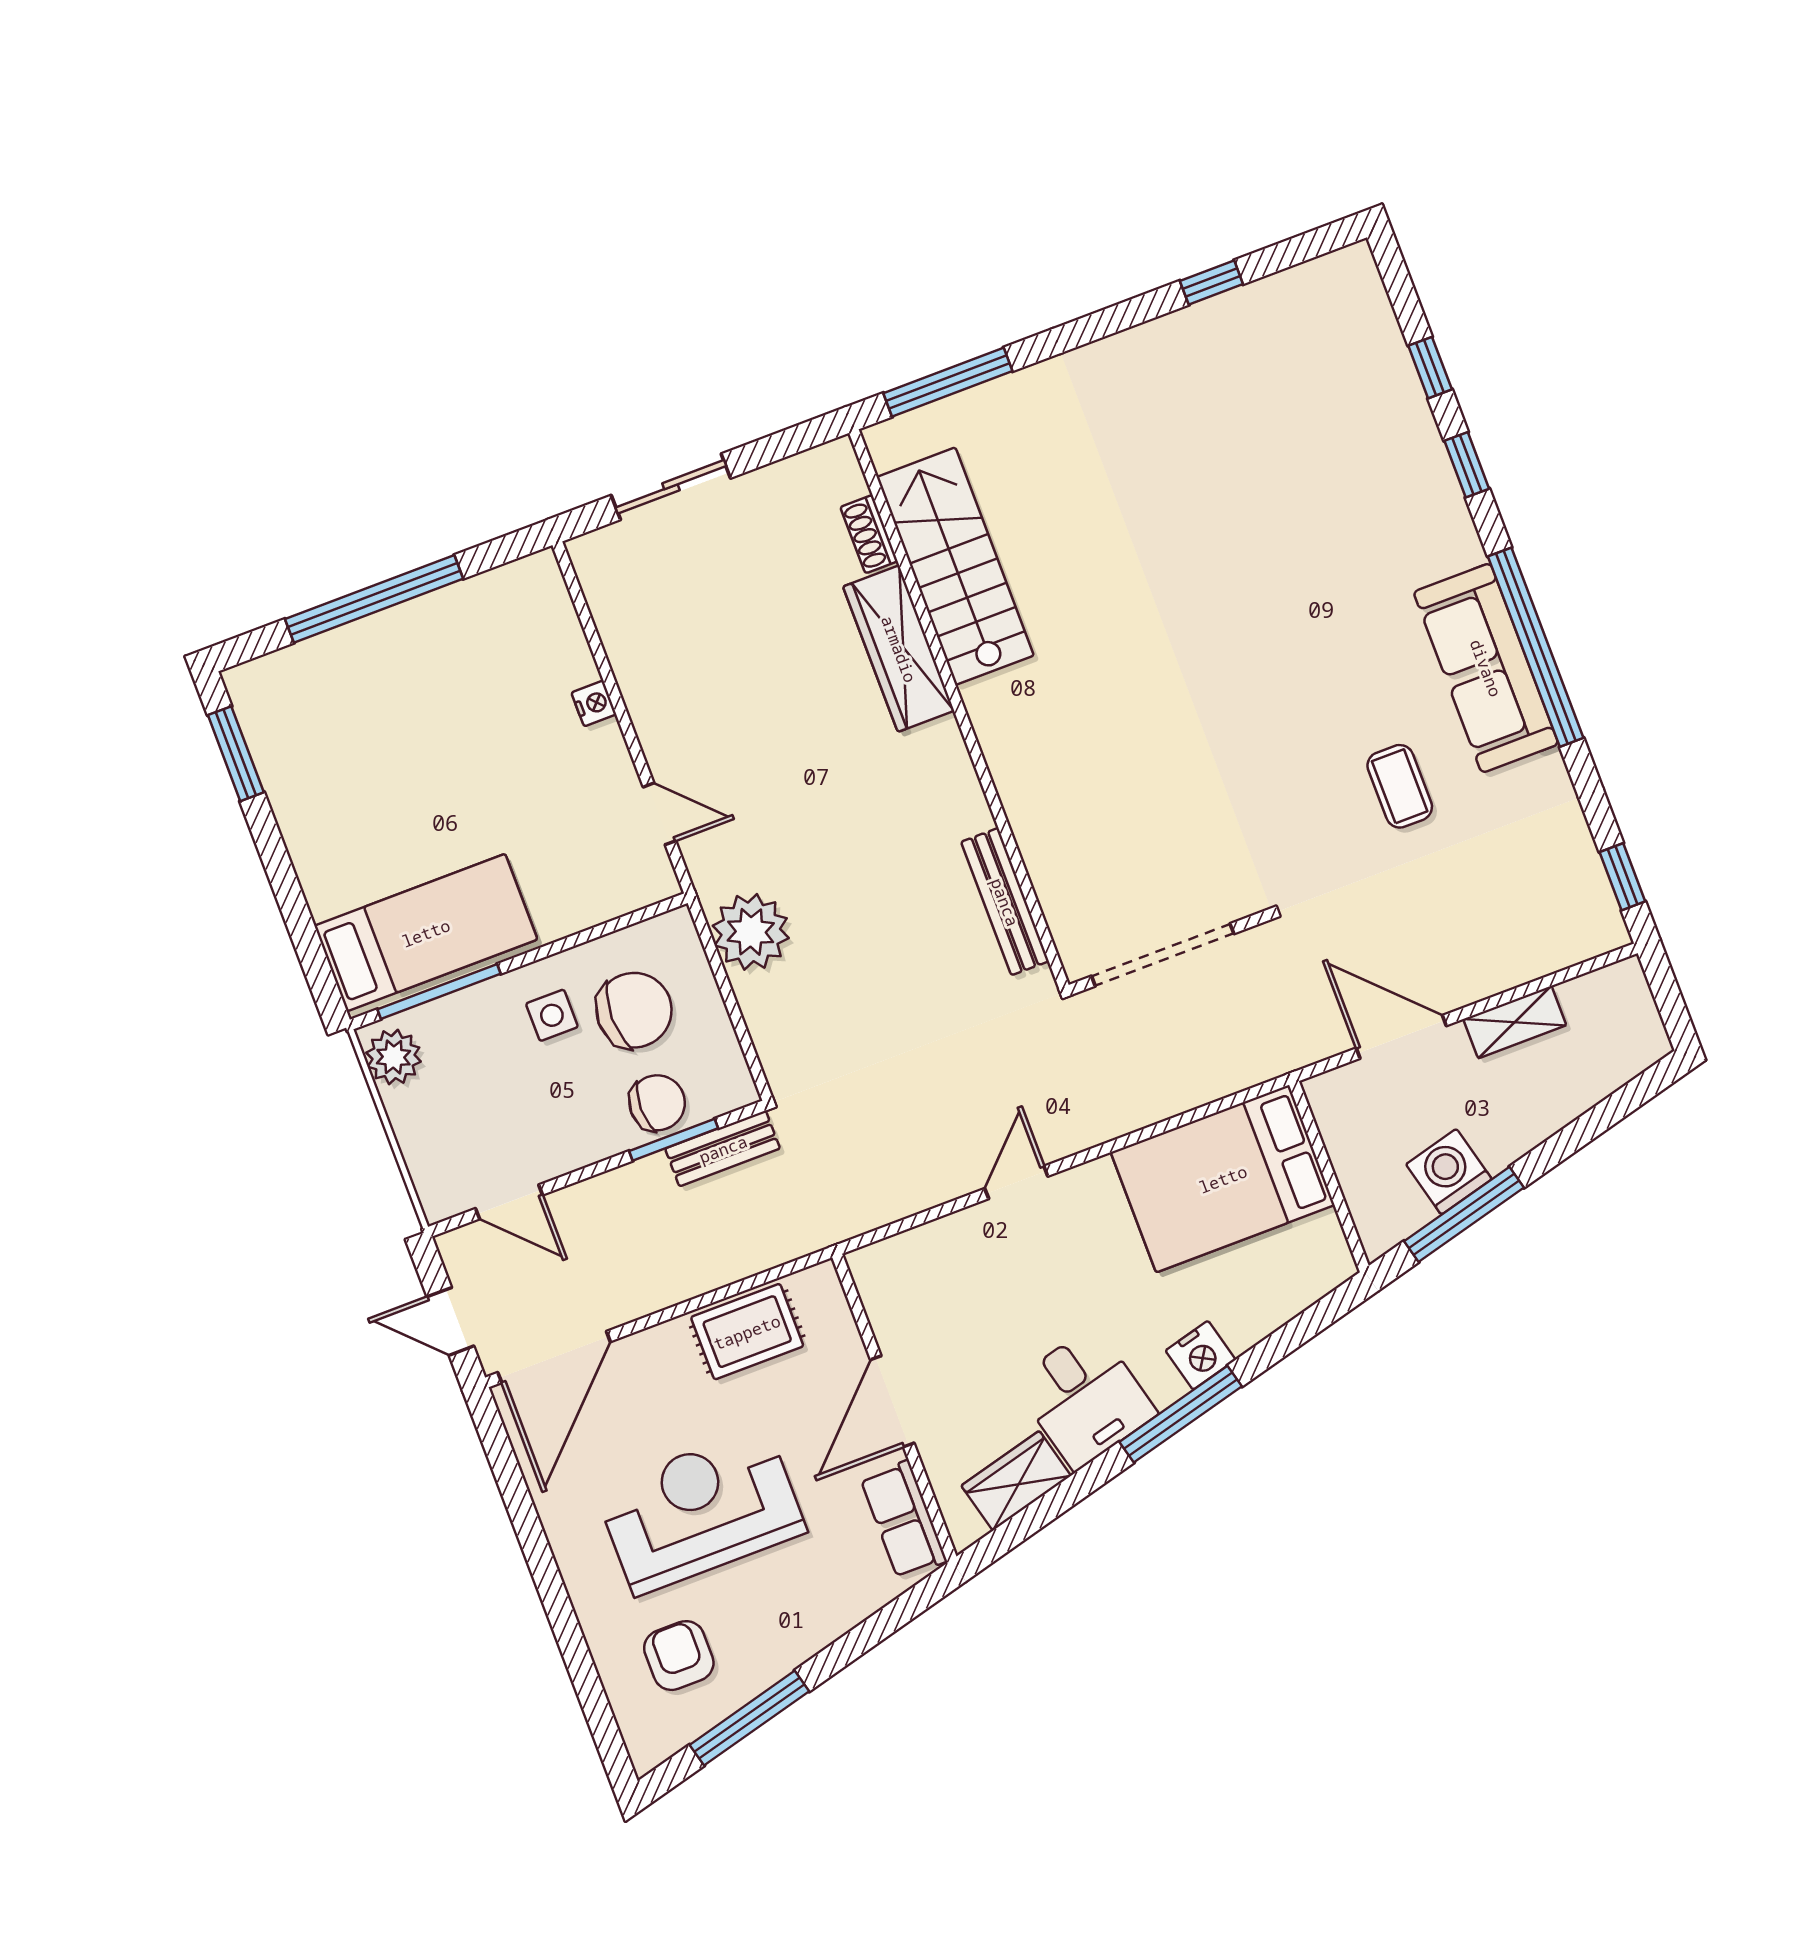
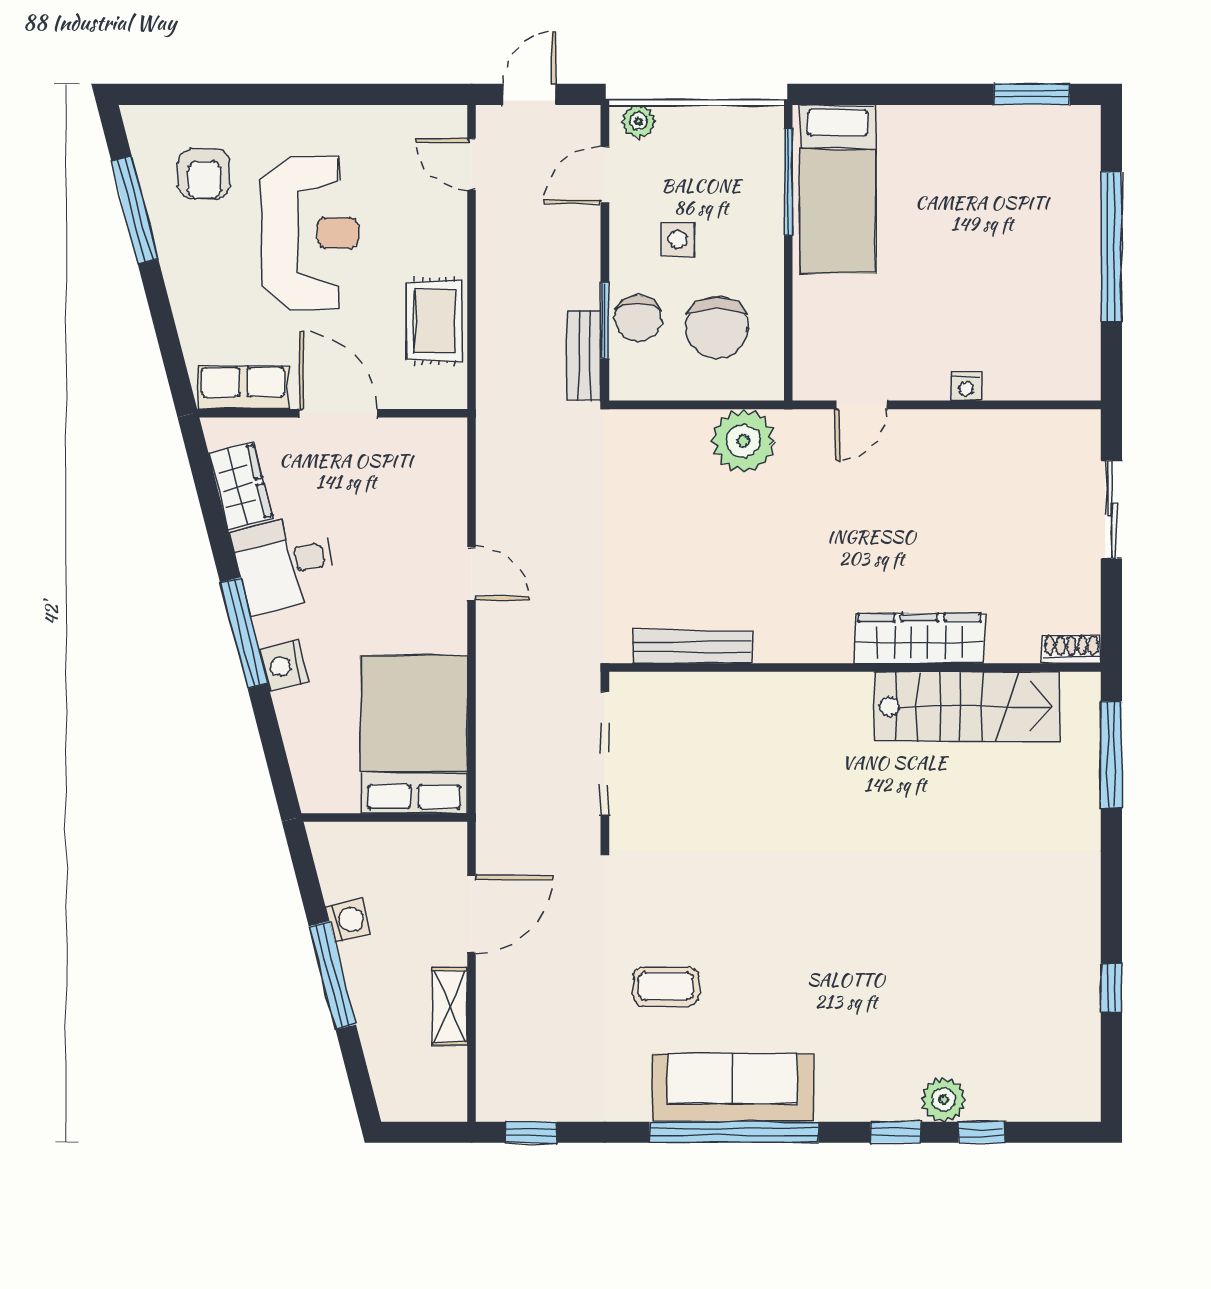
plant: (1409, 424) -> (944, 1100), added
shoe rack: (869, 534) -> (1071, 649), moved
side table: (552, 1015) -> (678, 239), moved
plant: (393, 1057) -> (639, 121), moved, width x0.73, depth x0.73
washing machine: (1449, 1172) -> (348, 920), width x0.73, depth x0.73
window: (1464, 1214) -> (332, 975), moved
door: (554, 1357) -> (471, 164), width x0.53
armchair: (679, 1656) -> (204, 174), turned 90

